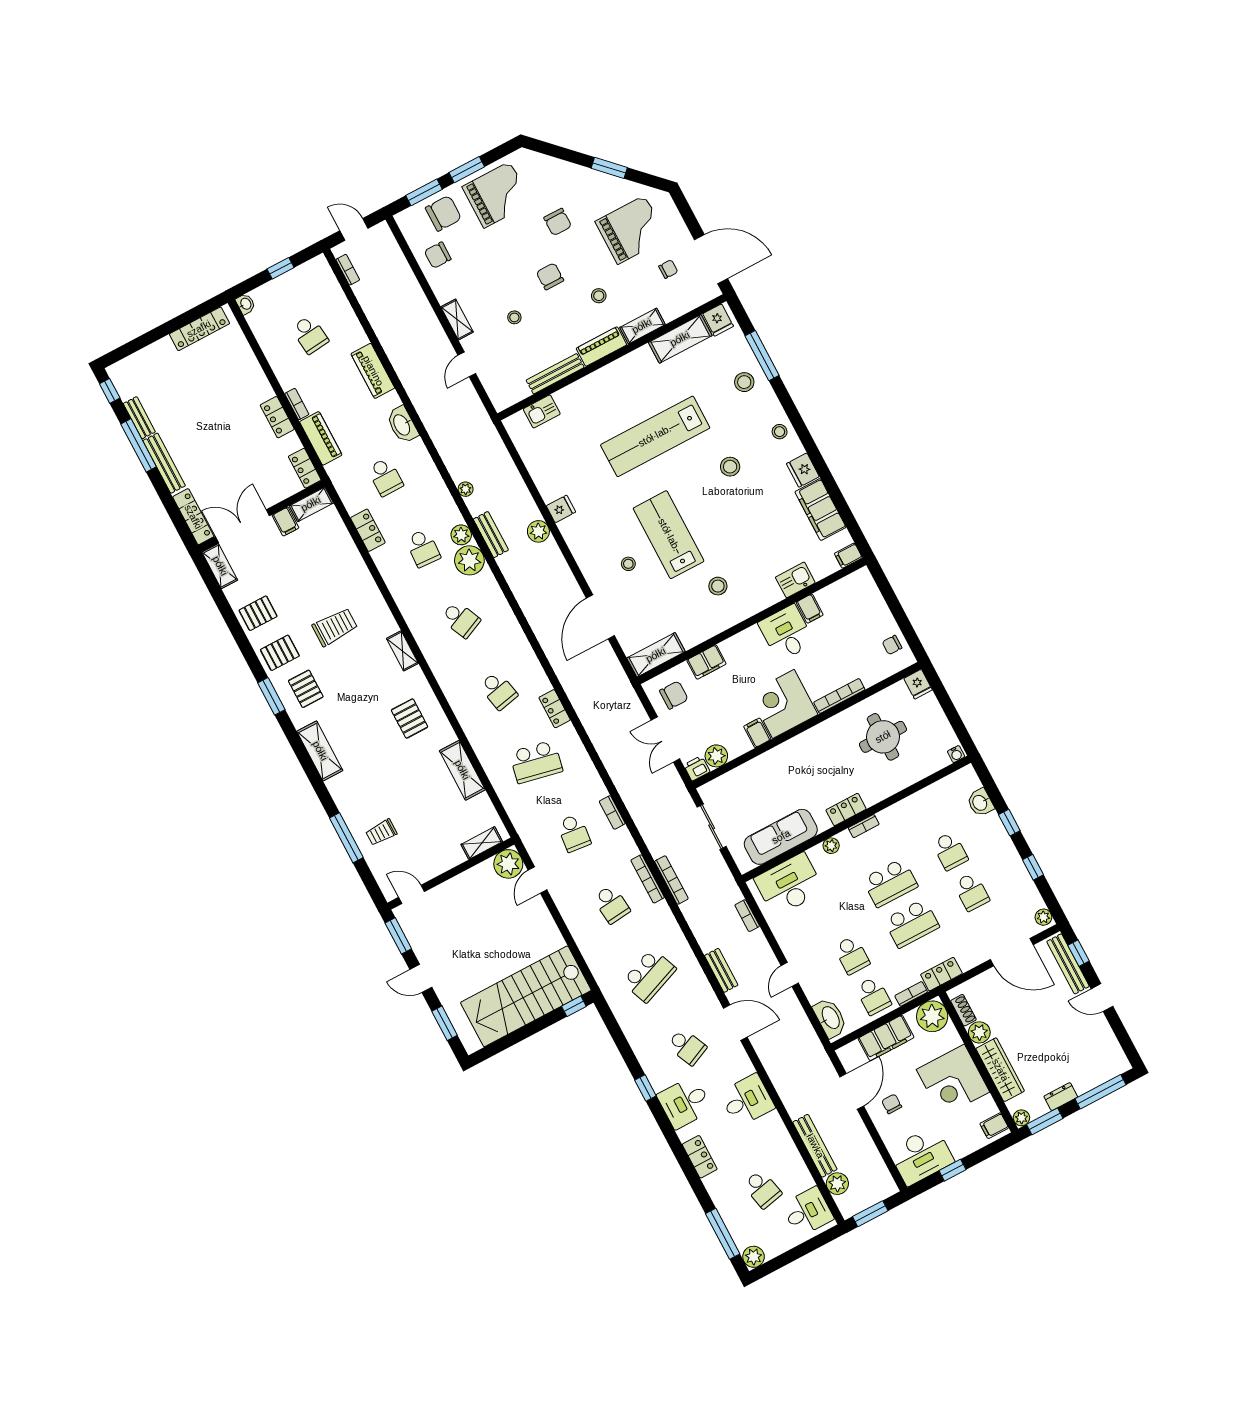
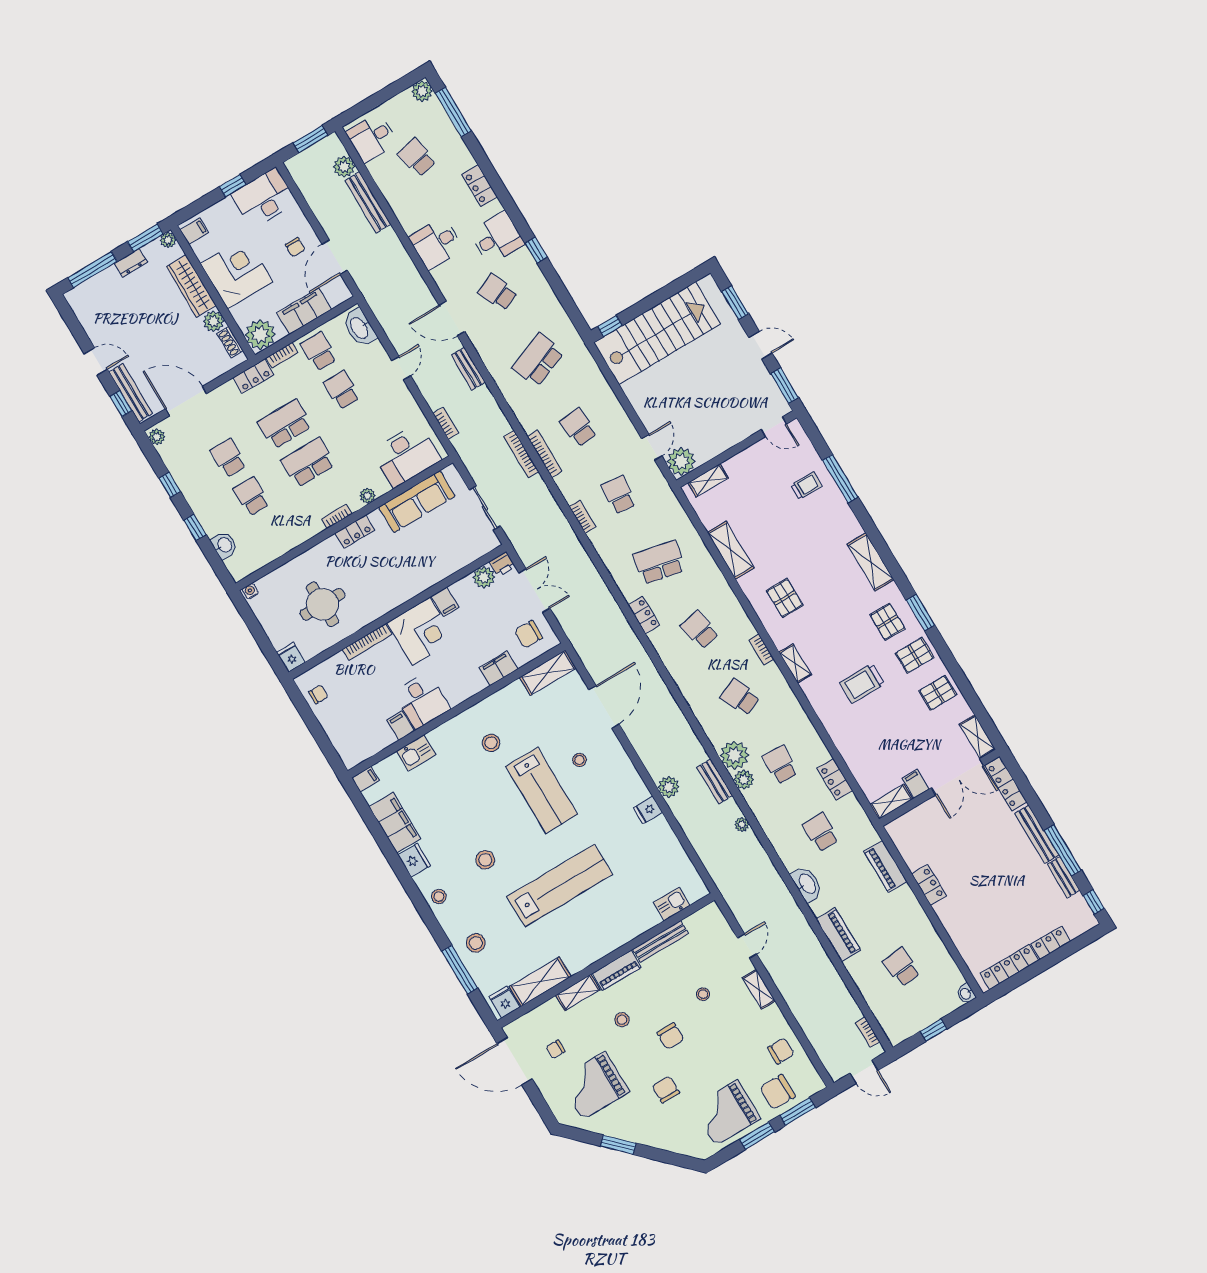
bookcase: (297, 404) -> (761, 650), moved
locker: (305, 468) -> (1051, 943), moved, turned -90

